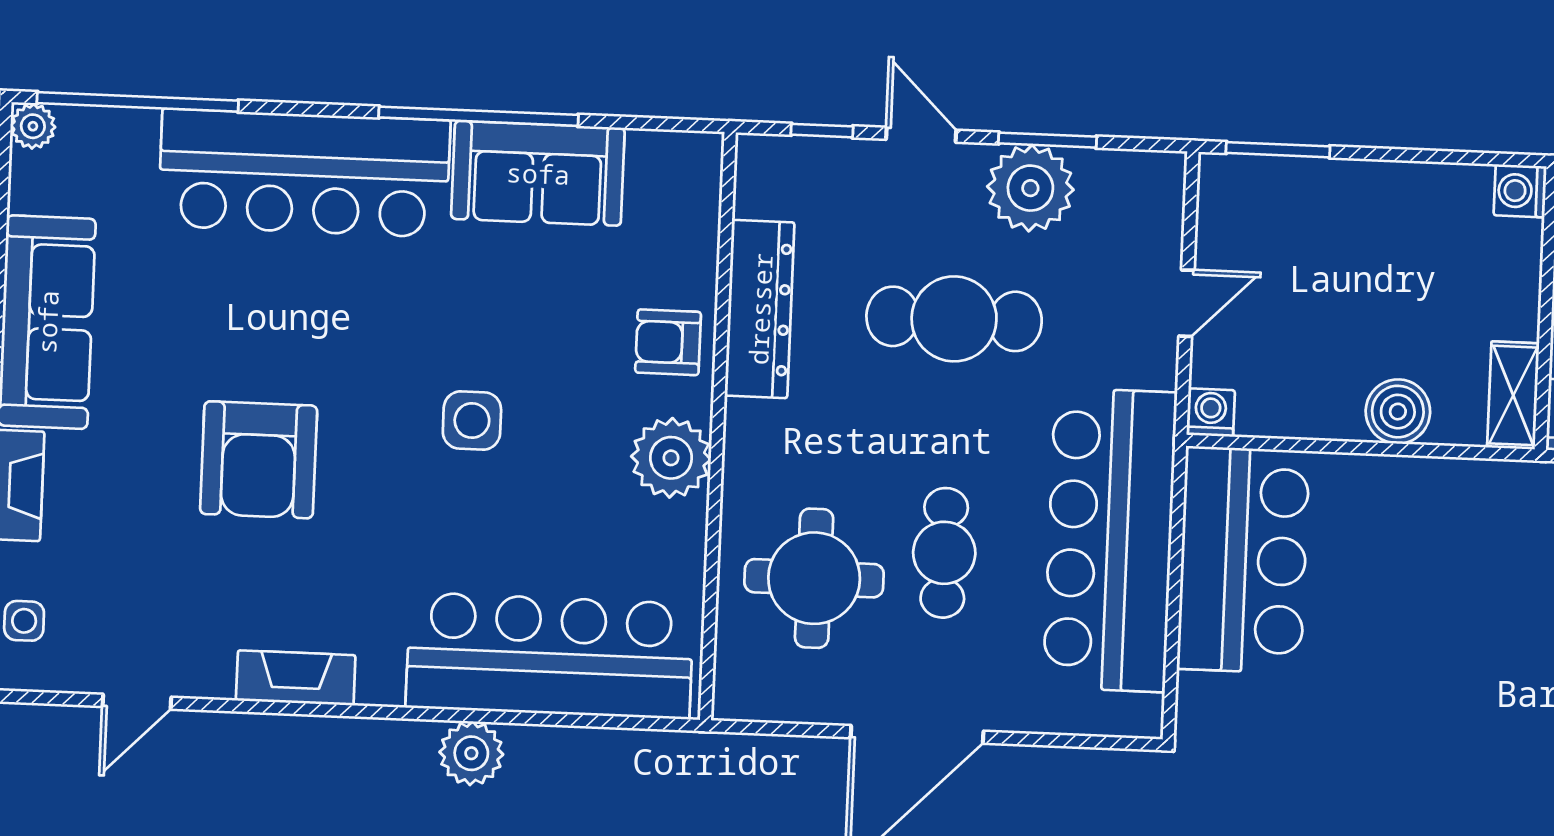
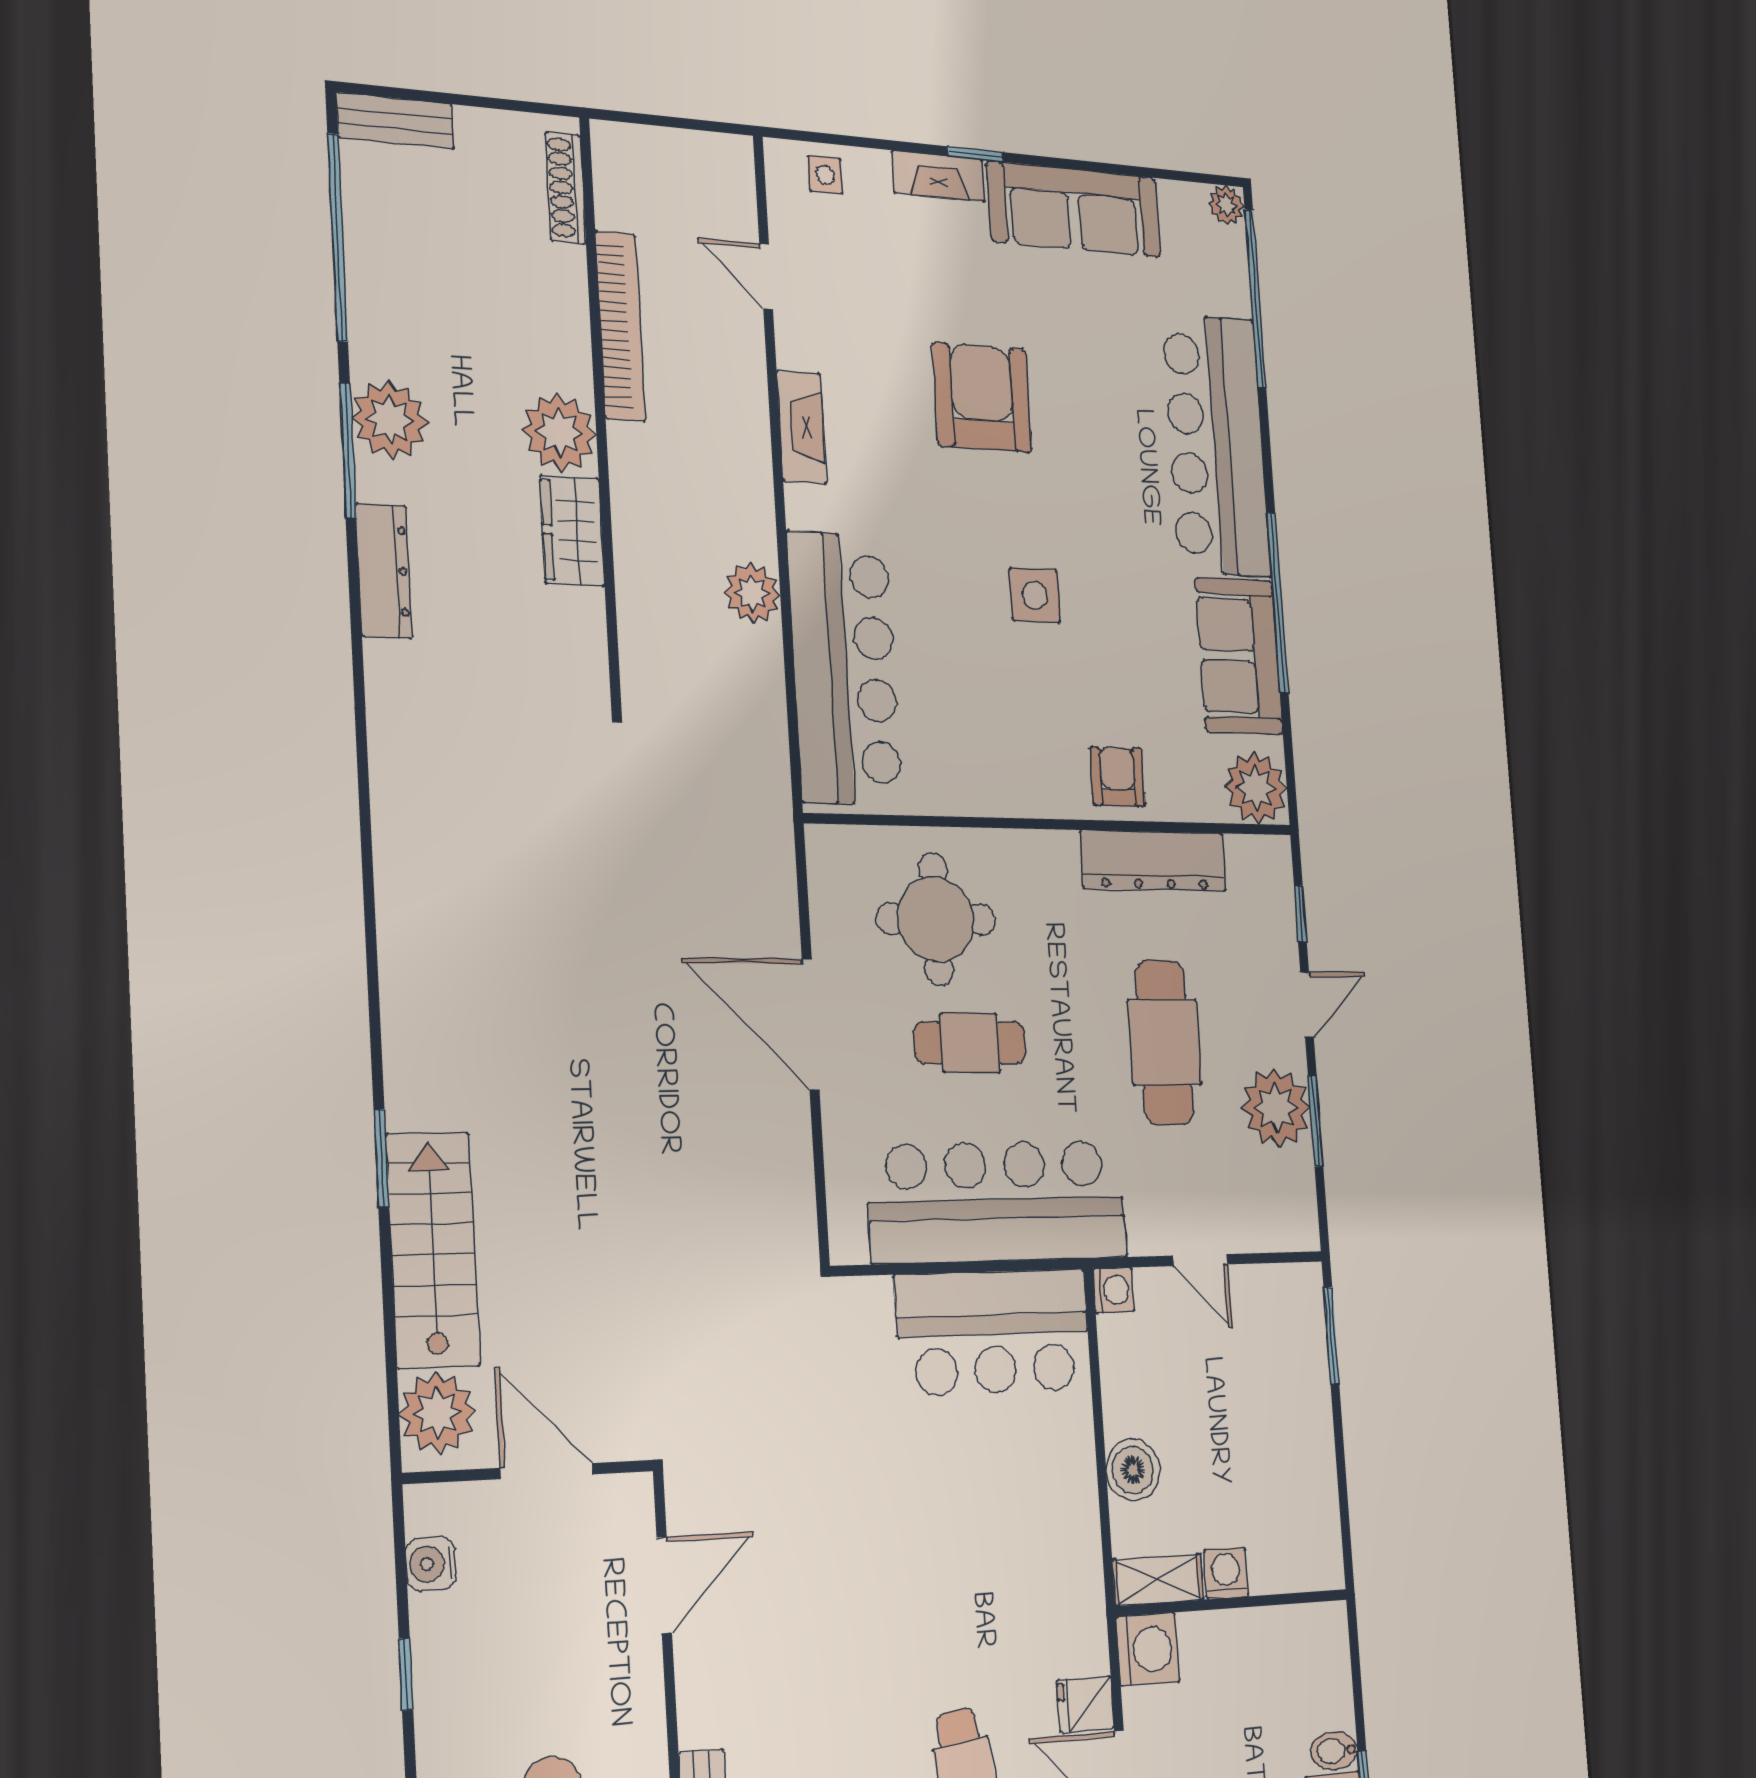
washing machine: (1520, 191) -> (1226, 1573), moved
plant: (671, 458) -> (1256, 788), moved
armchair: (259, 460) -> (982, 397), turned 90

